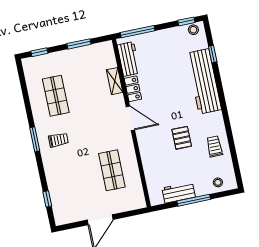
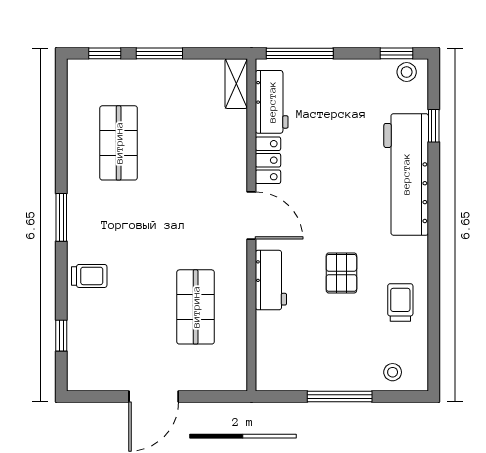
window: (79, 44) -> (159, 53), moved
shelving: (115, 81) -> (236, 84), moved
trolley: (58, 140) -> (89, 276), moved
workbench: (179, 192) -> (271, 280), moved, turned 90

